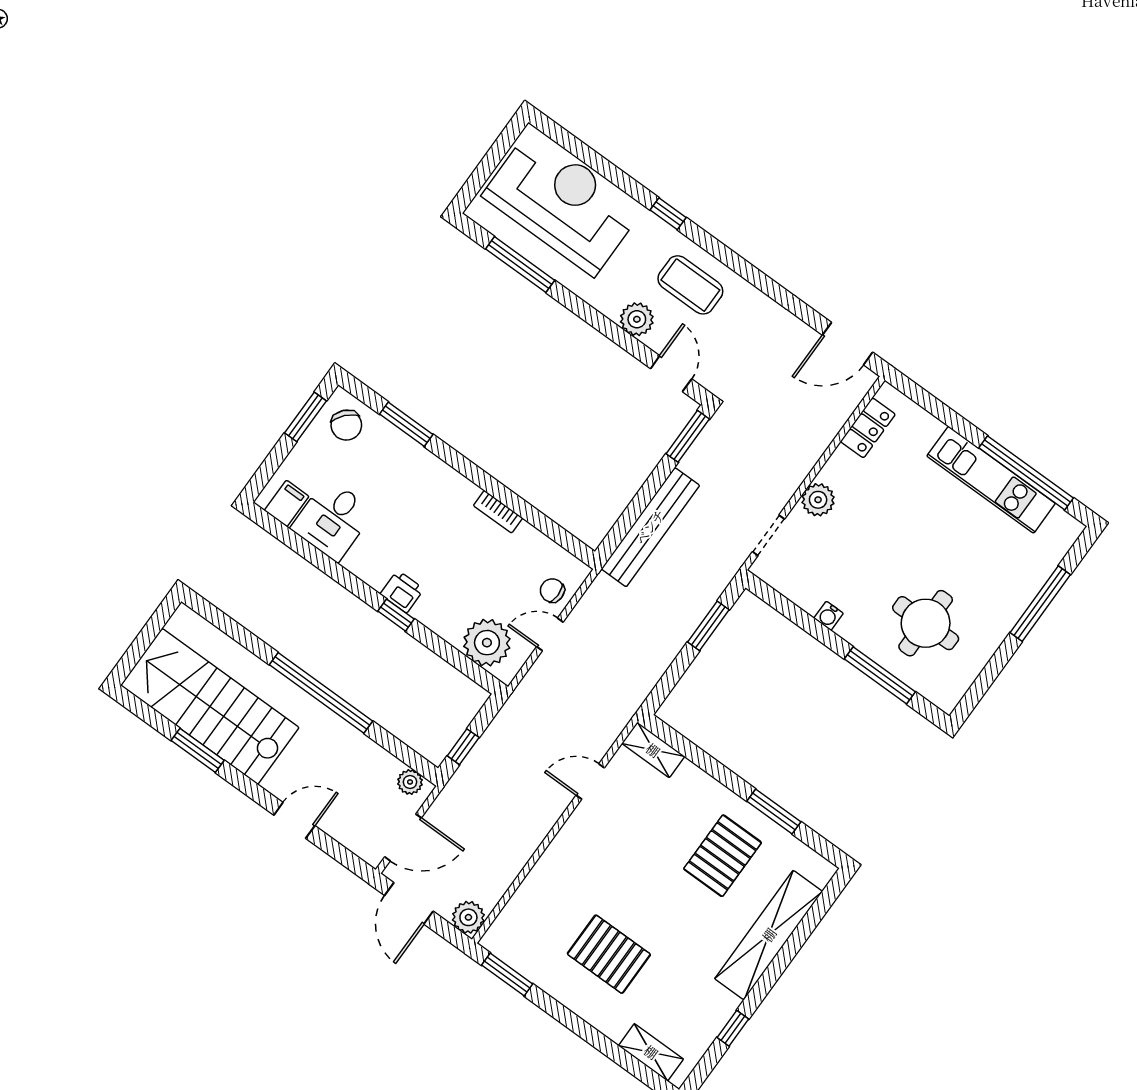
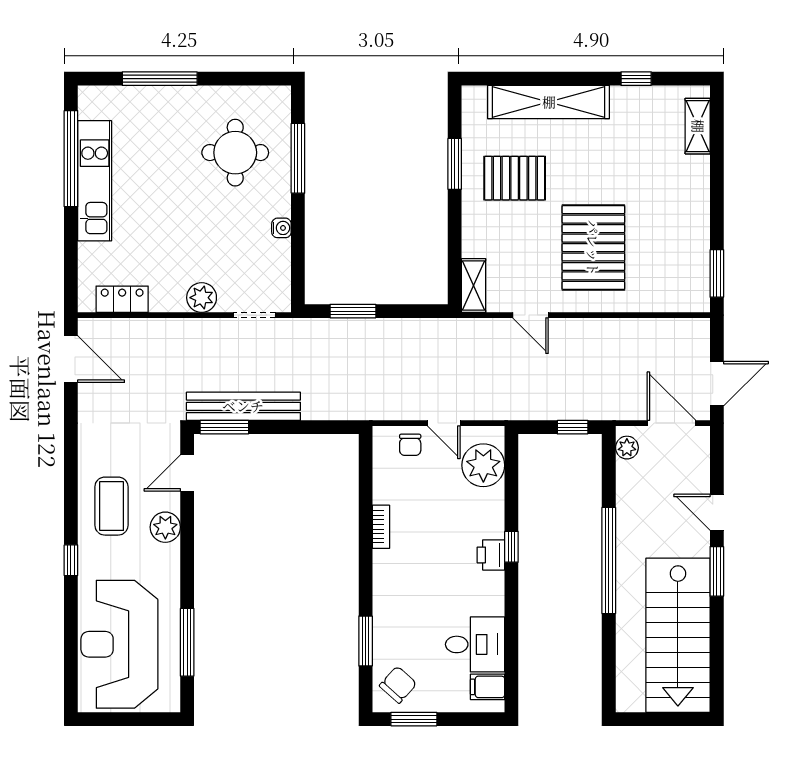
bench: (650, 527) -> (243, 406), moved
window: (198, 750) -> (717, 571), moved
plant: (468, 917) -> (695, 332), removed
pallet: (609, 954) -> (593, 248), moved, width x1.37, depth x1.41

